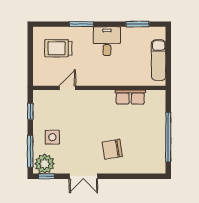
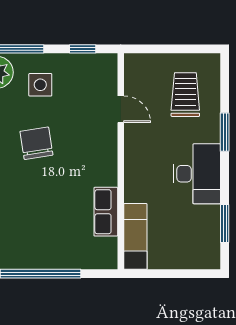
desk: (107, 41) -> (197, 174), width x1.37
exam couch: (159, 60) -> (135, 236), moved, turned 90
chair: (112, 149) -> (36, 143), moved

